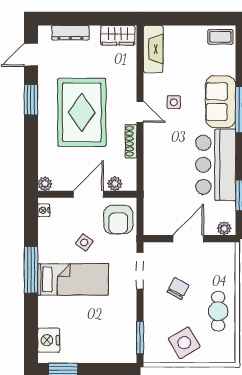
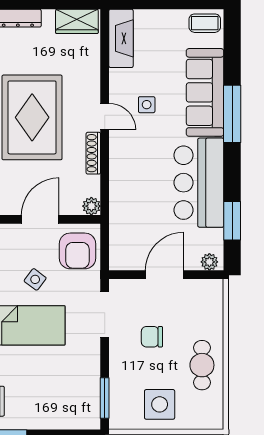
sofa: (221, 102) -> (205, 92), width x1.36
plant: (115, 184) -> (91, 206), moved
chair: (178, 288) -> (152, 337), turned -118
side table: (184, 343) -> (160, 404), turned 31

